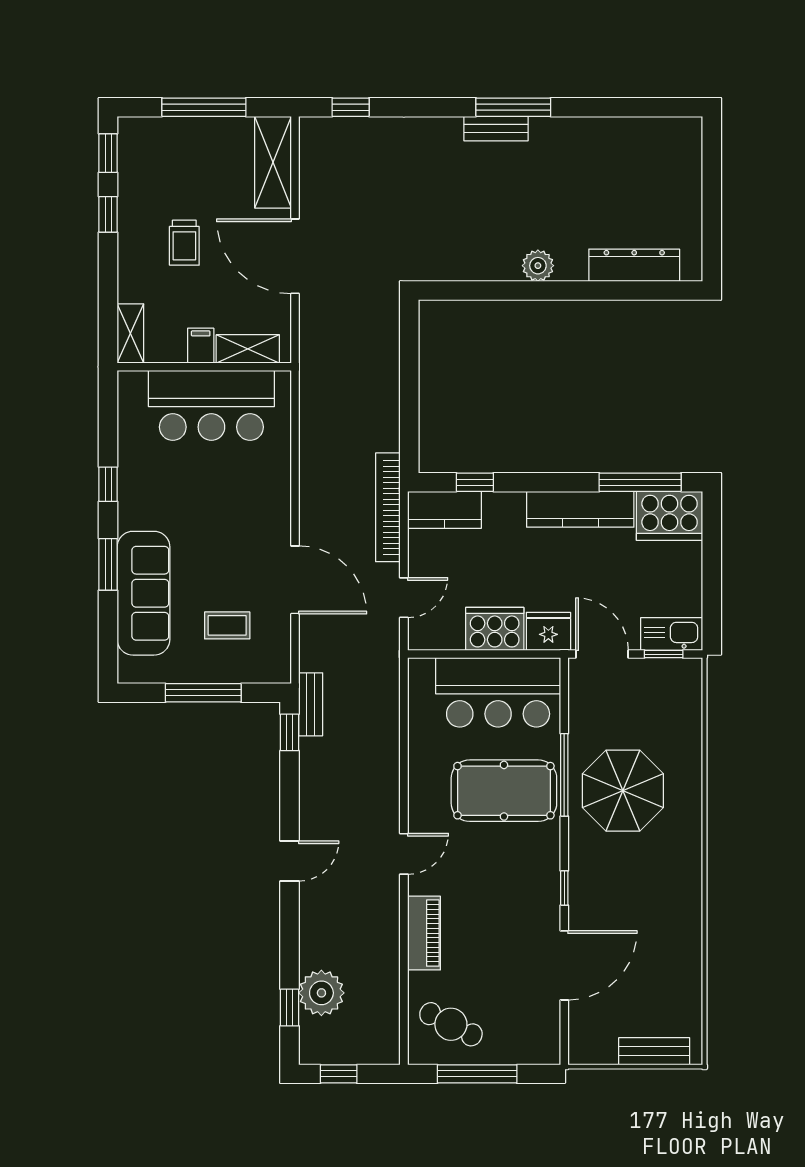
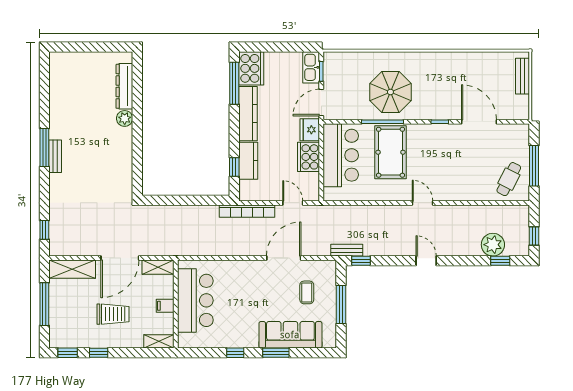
trolley: (184, 243) -> (113, 314), width x1.36, depth x1.39
plant: (538, 266) -> (125, 118), moved
shelving: (248, 349) -> (158, 267), moved, turned 90
kitchen counter: (444, 510) -> (248, 161), moved
piano: (424, 933) -> (463, 193), removed

